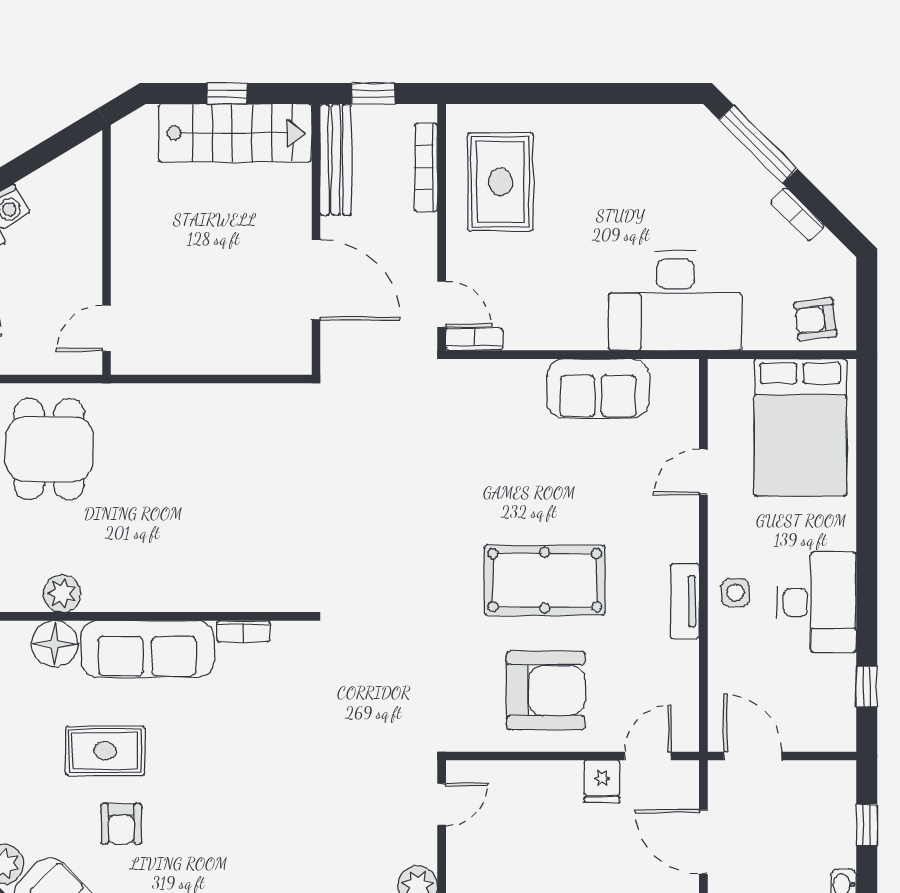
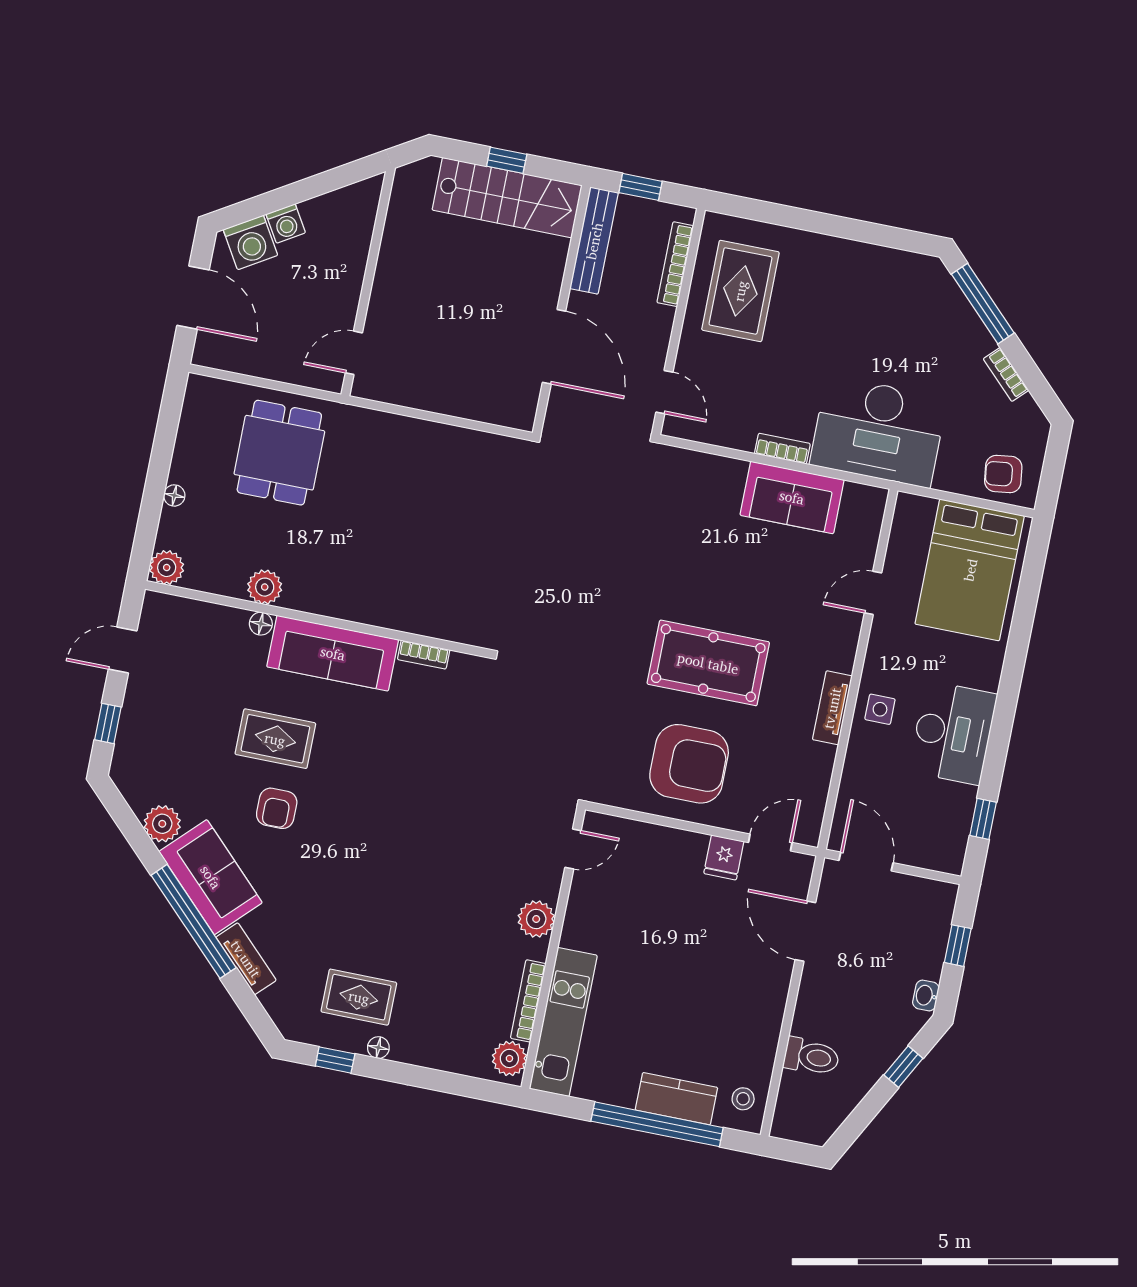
bookcase: (474, 339) -> (782, 449), moved
floor lamp: (55, 644) -> (261, 624), width x0.53, depth x0.53

